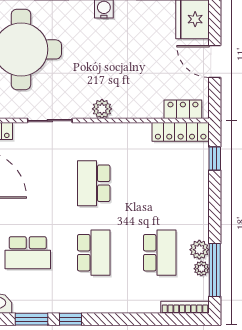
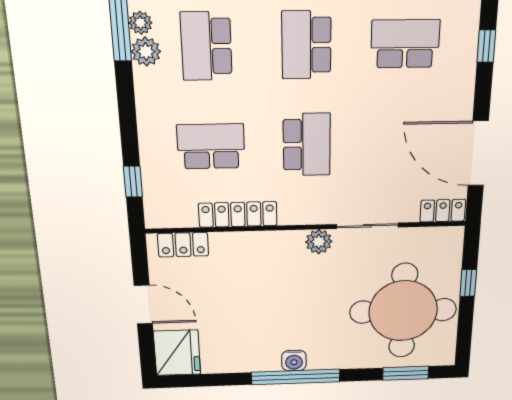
plant: (102, 109) -> (319, 242), moved
locker: (181, 132) -> (238, 214), moved
school desk: (160, 183) -> (211, 146), added

